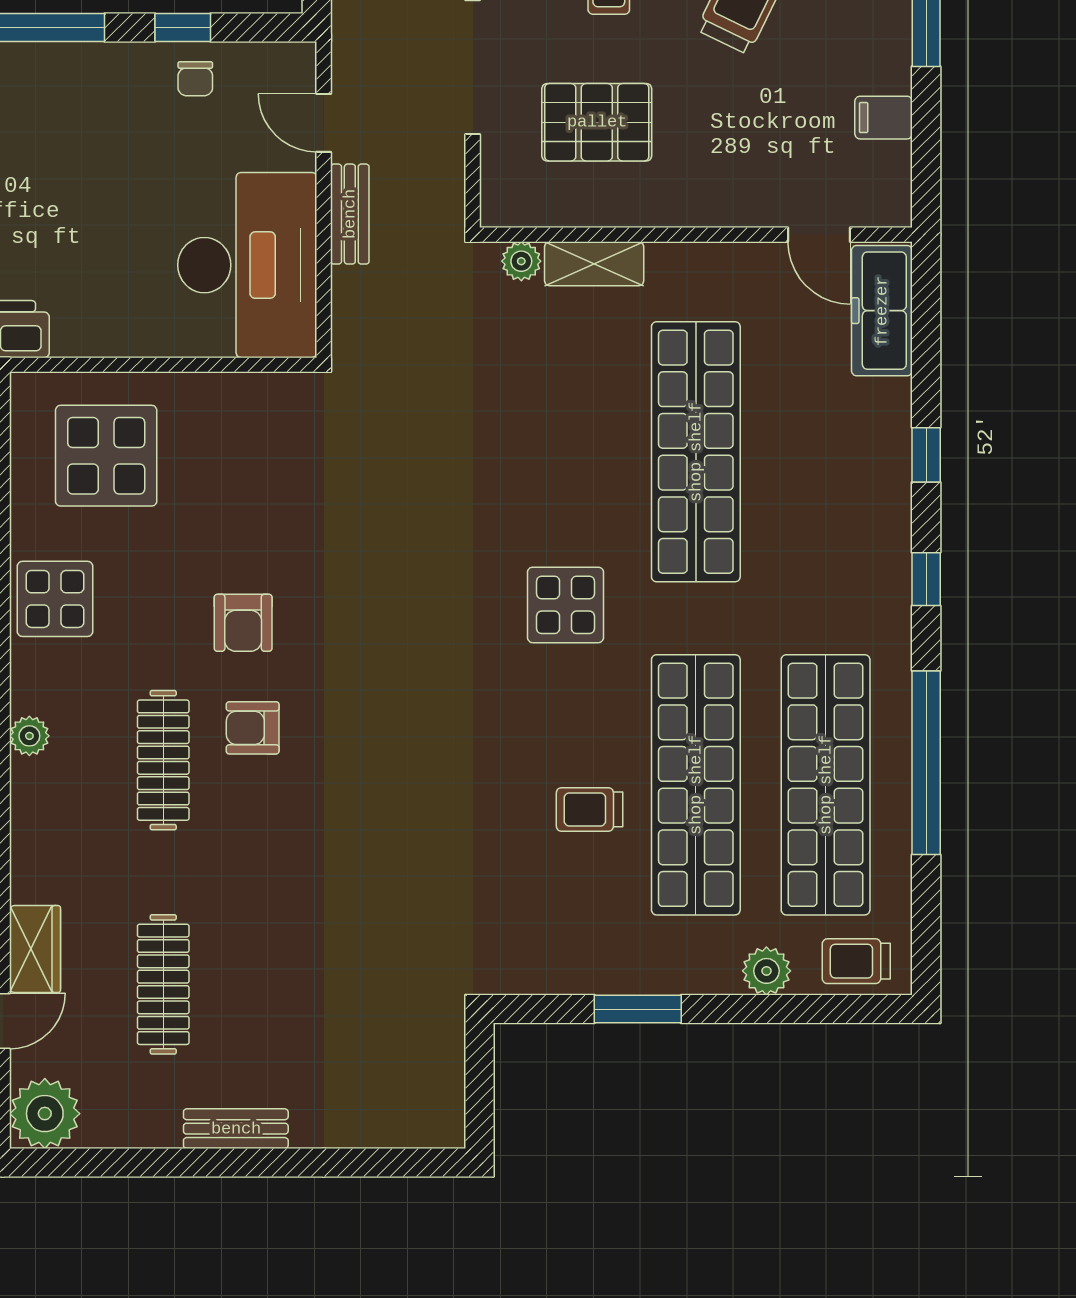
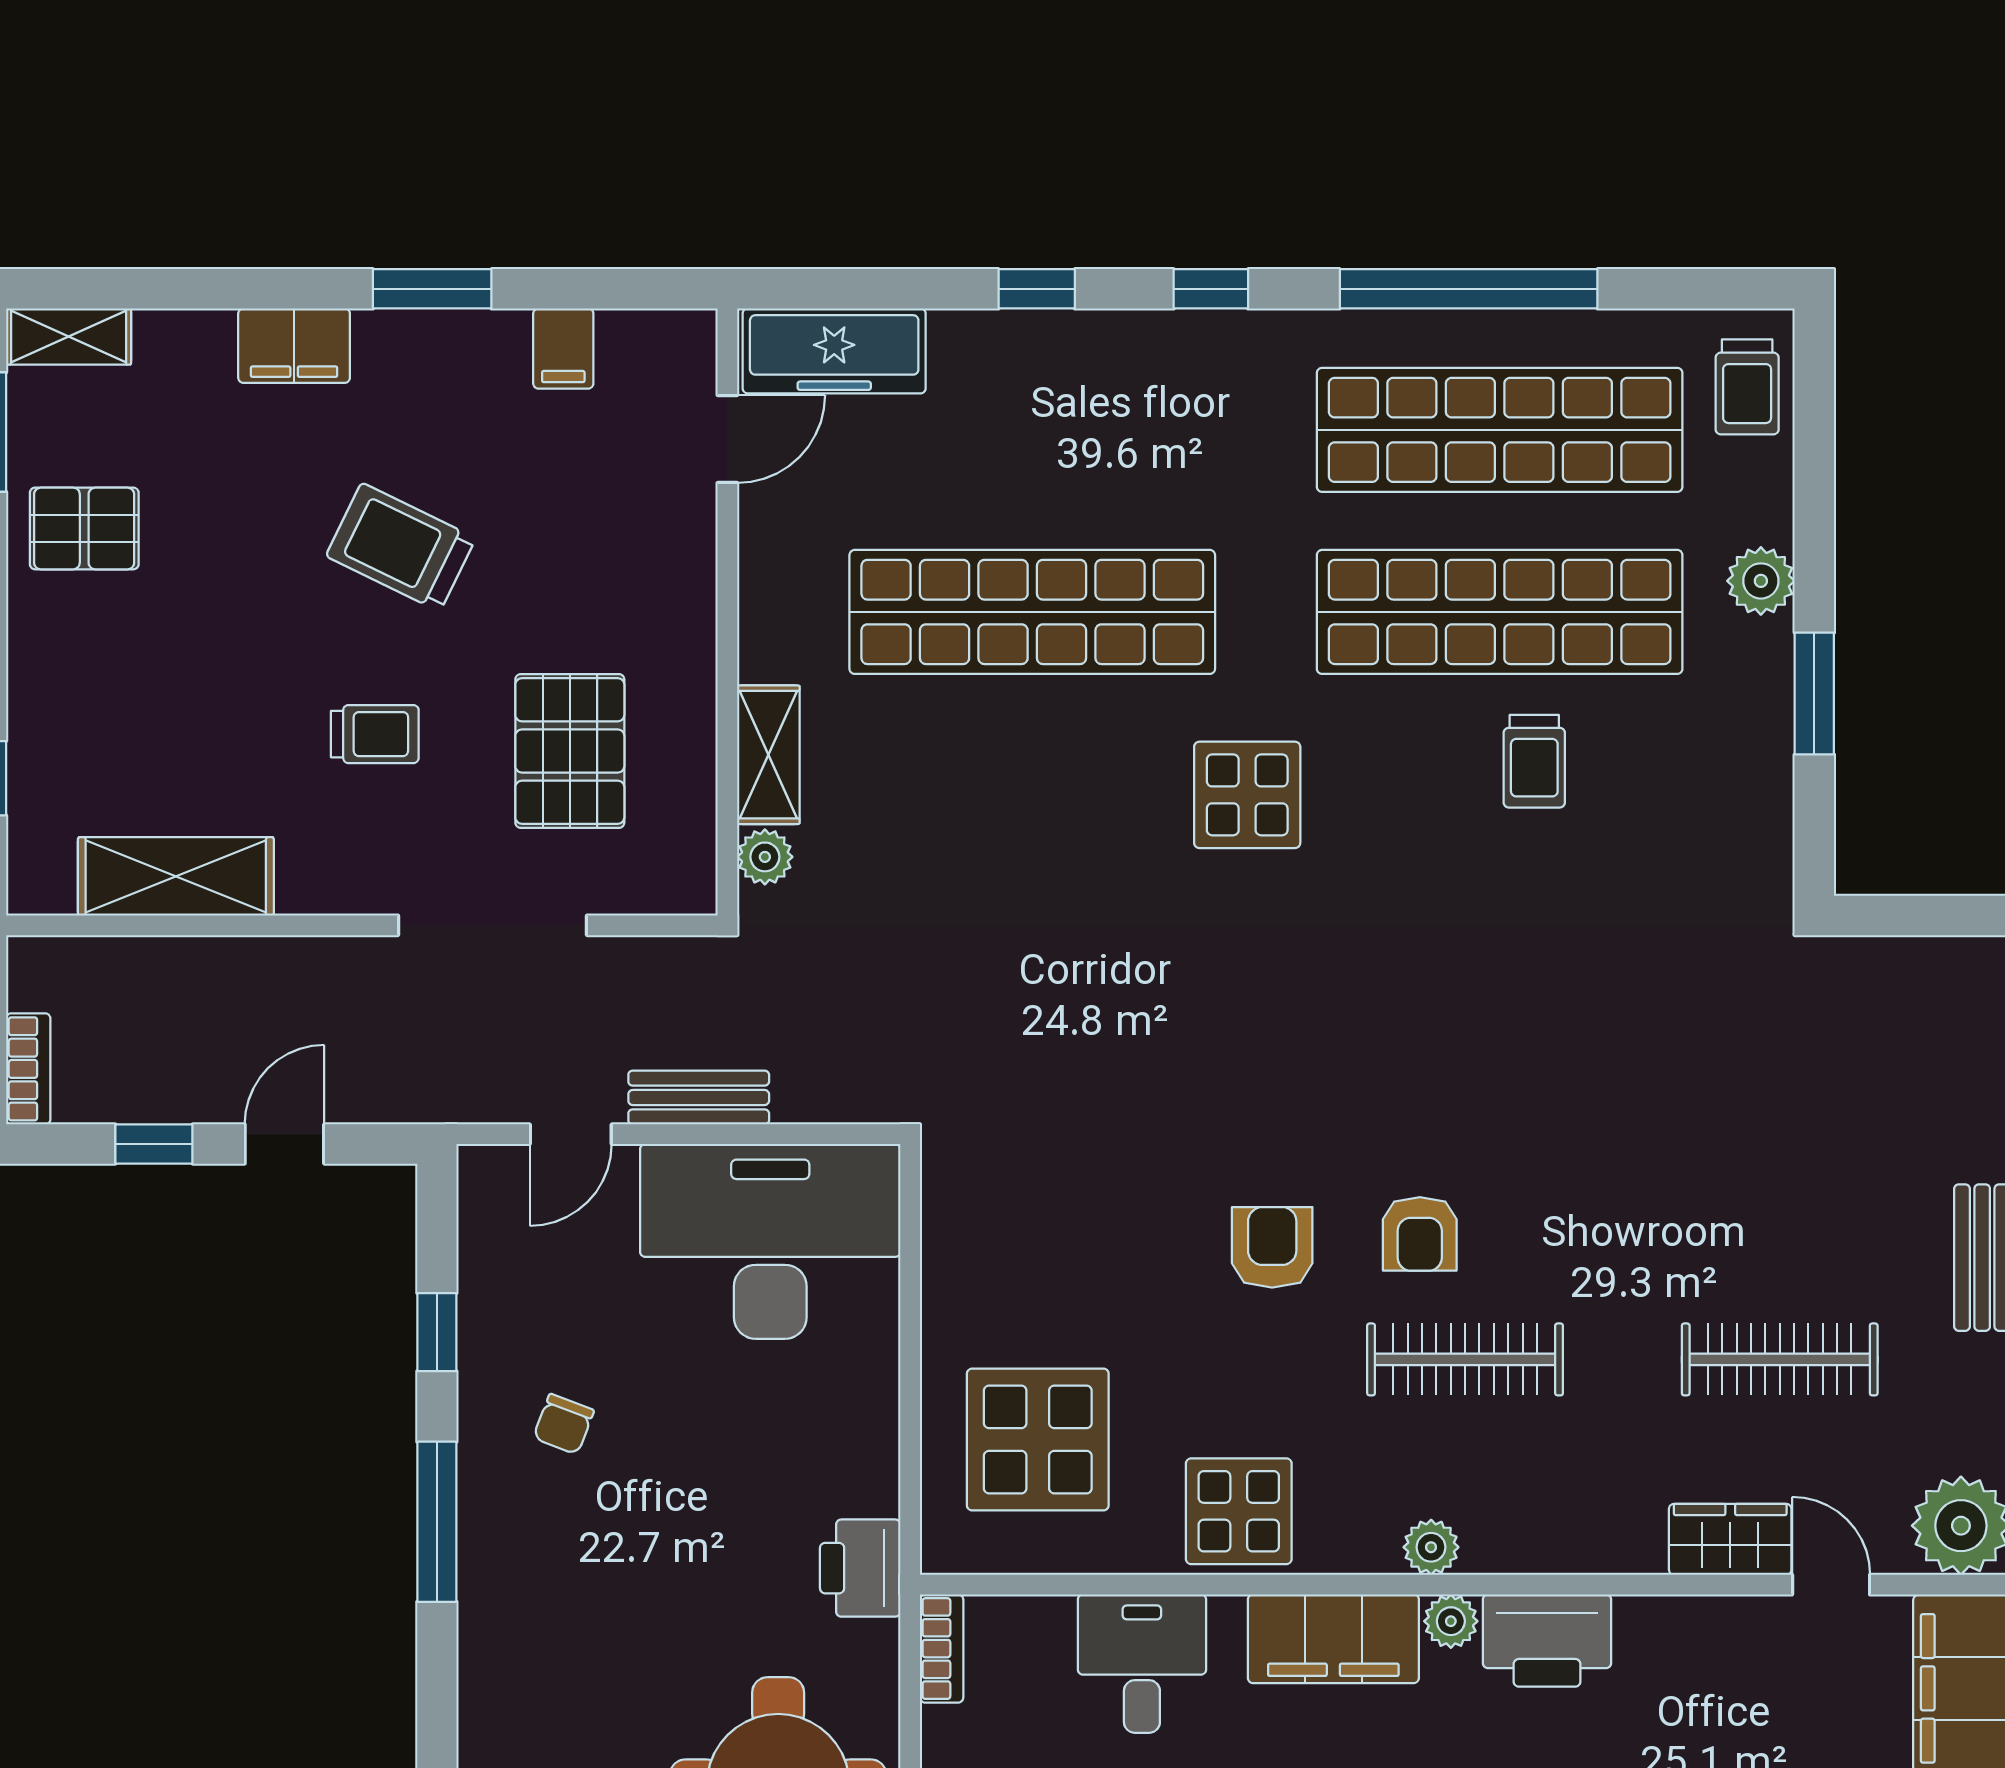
chair: (195, 79) -> (564, 1424), moved, turned 111
armchair: (243, 623) -> (1272, 1247), turned -90
plant: (766, 971) -> (1761, 581), moved

